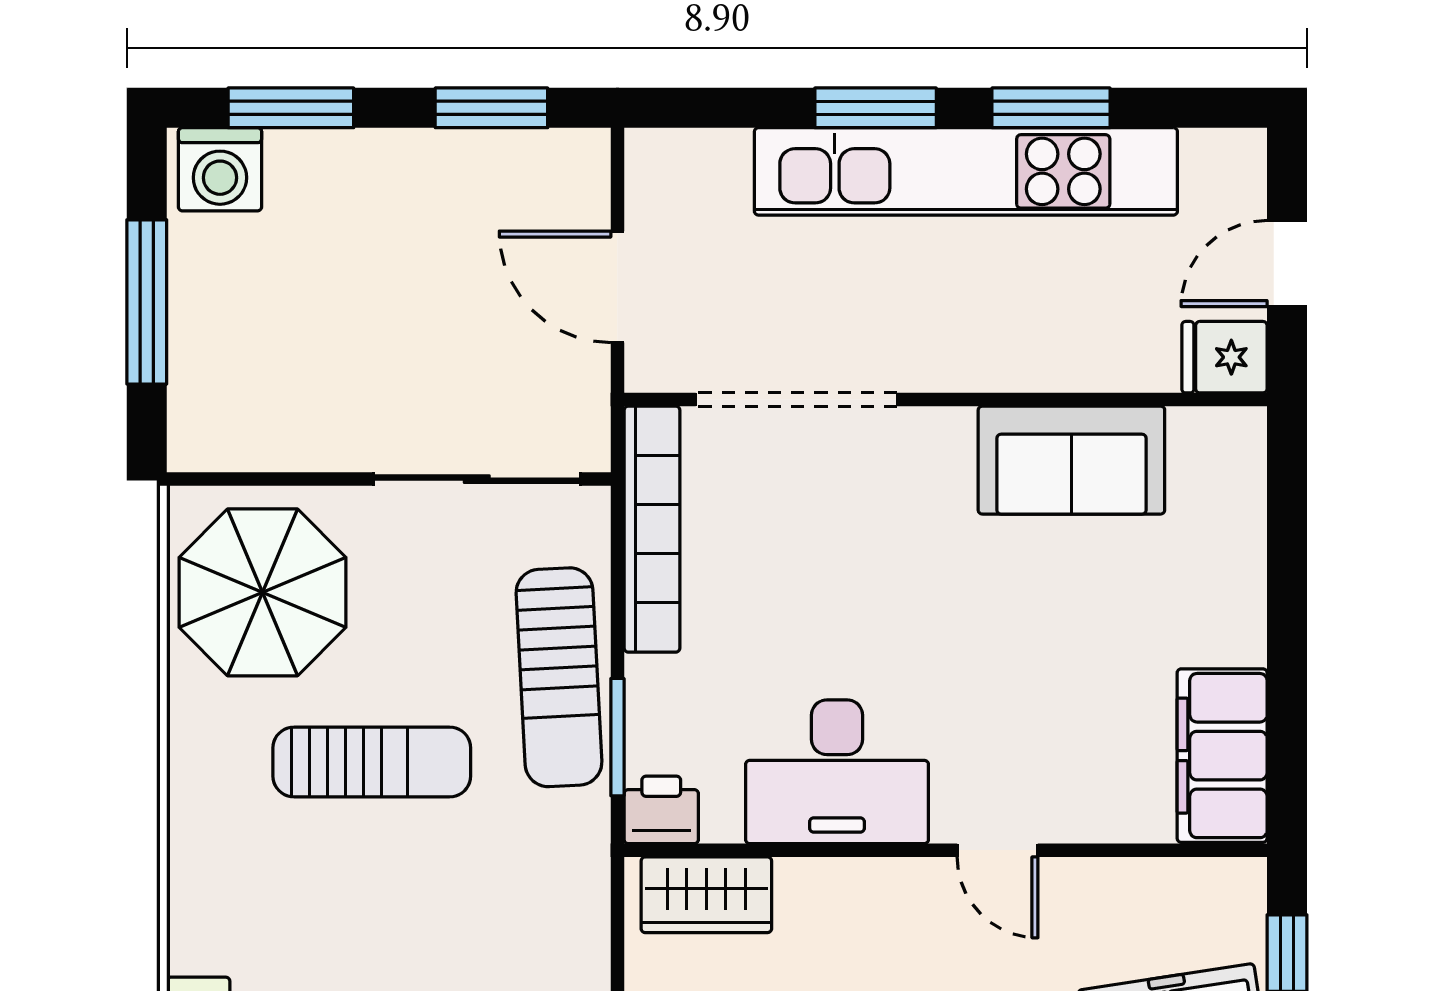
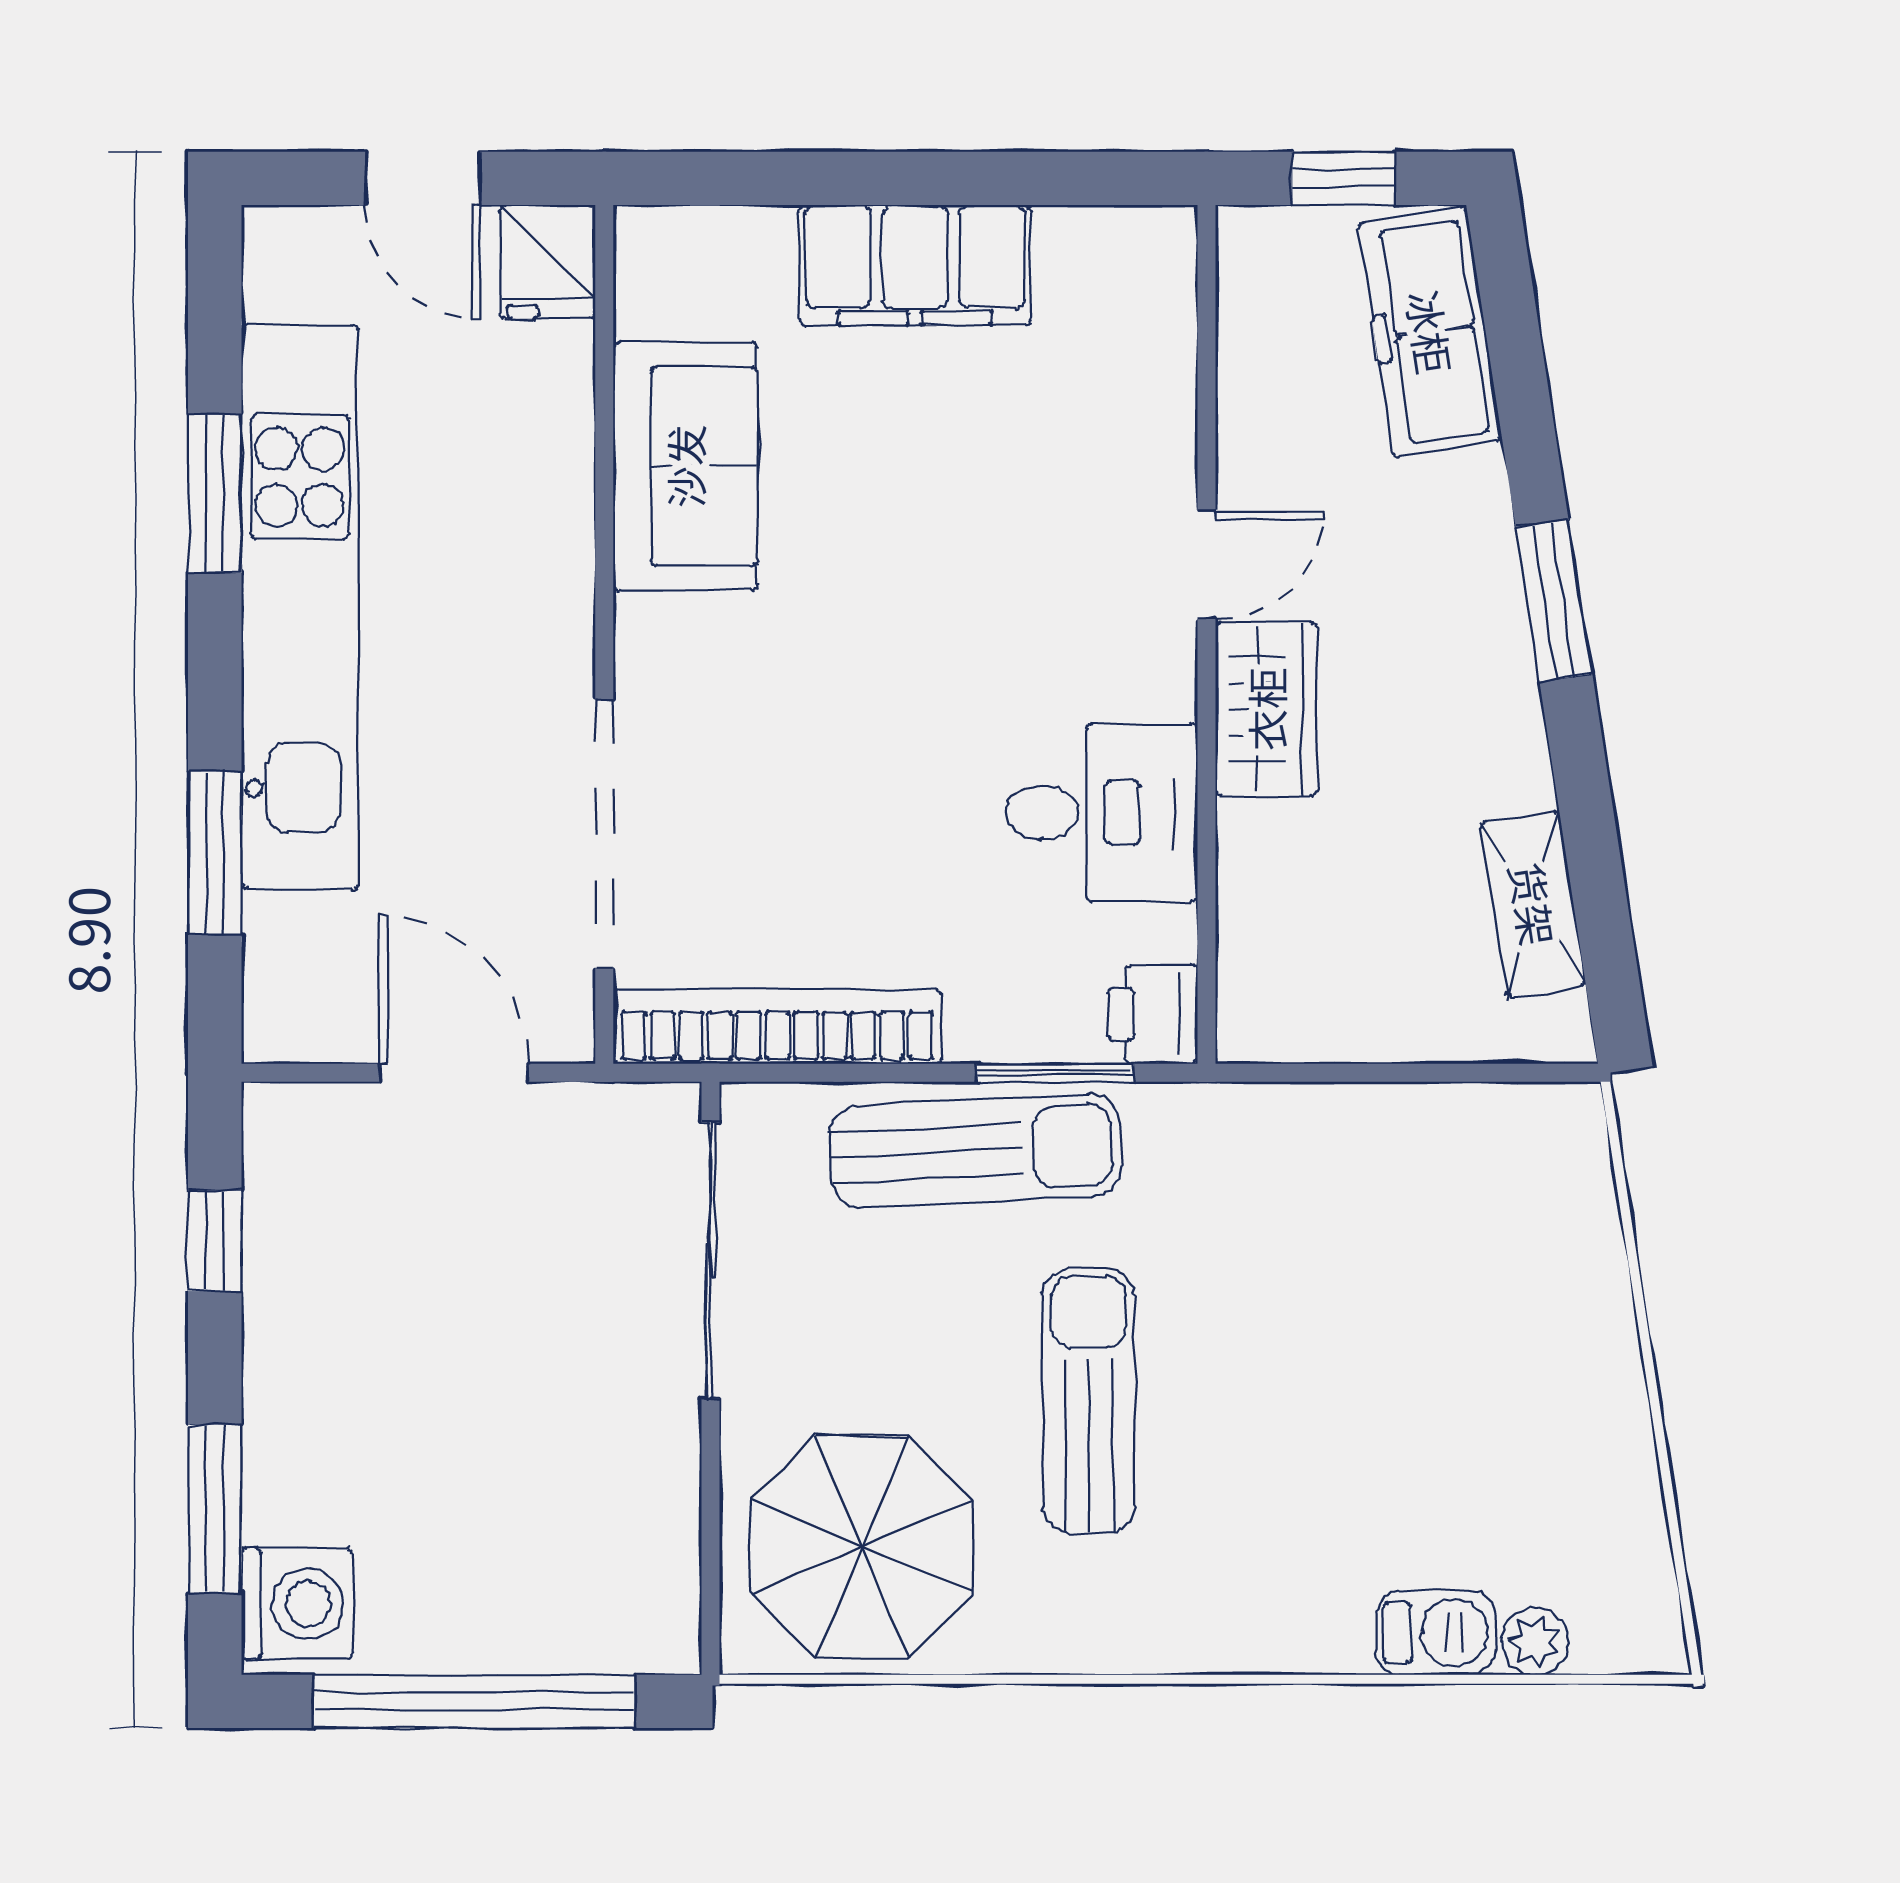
window: (491, 108) -> (215, 1241), width x0.67
window: (876, 108) -> (215, 853), moved
door: (617, 287) -> (454, 1073), swing flipped
window: (147, 302) -> (474, 1701), width x1.46
filing cabinet: (1222, 756) -> (915, 265), moved
desk: (837, 772) -> (1102, 813), width x0.73
wardrobe: (706, 895) -> (1266, 709), moved

